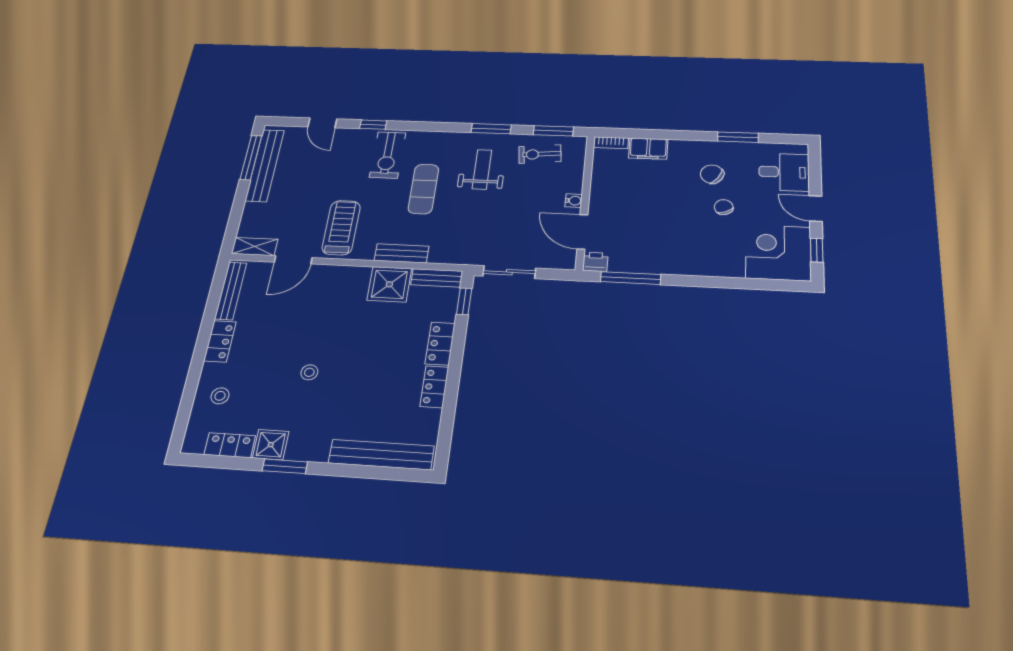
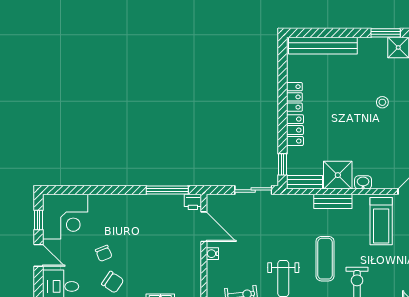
washbasin: (356, 274) -> (363, 182), added

